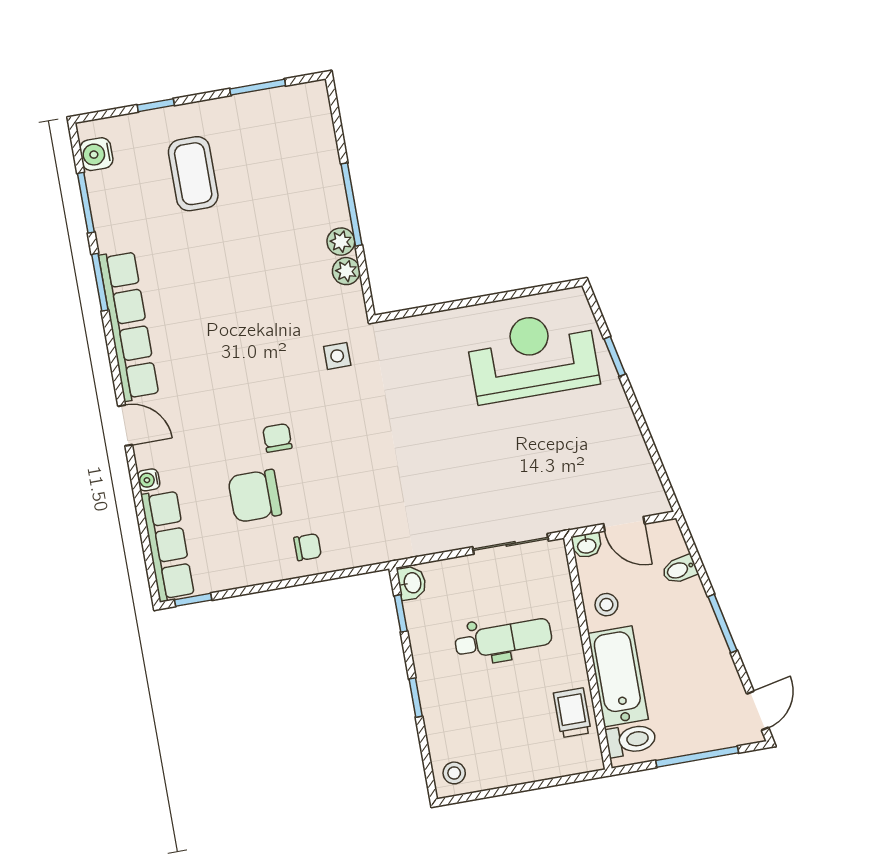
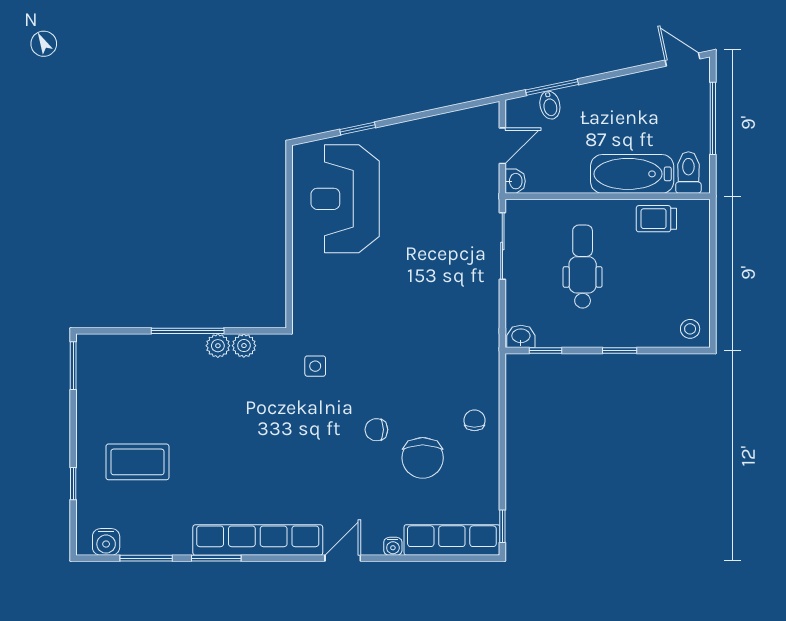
window: (258, 87) -> (73, 366), moved
stool: (606, 605) -> (569, 173), removed
window: (722, 623) -> (552, 87), moved

